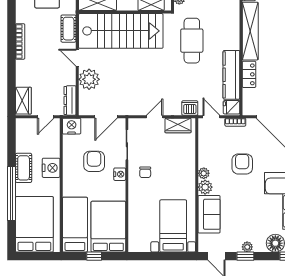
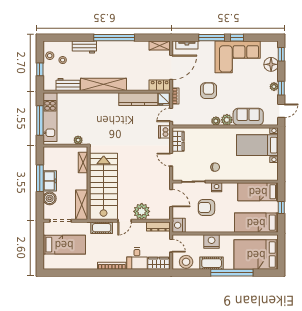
cafe table: (192, 41) -> (111, 130), removed
desk: (29, 73) -> (137, 259), added
locker: (249, 74) -> (160, 85), moved
stool: (25, 136) -> (186, 262), added
armchair: (242, 164) -> (209, 91), turned 90
bed: (108, 227) -> (258, 192), width x0.67

